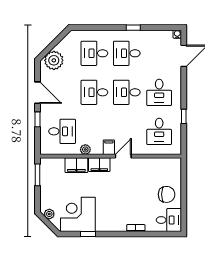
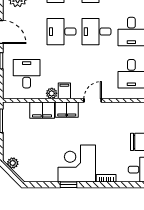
desk: (62, 131) -> (27, 74), turned -90
filing cabinet: (109, 147) -> (64, 91), moved
corner desk: (78, 214) -> (77, 163), moved
window: (88, 234) -> (69, 185), moved

